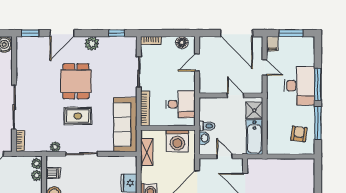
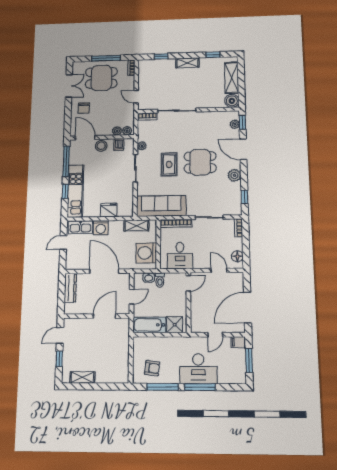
plant: (32, 42) -> (235, 124), added
door: (235, 95) -> (188, 283), moved

